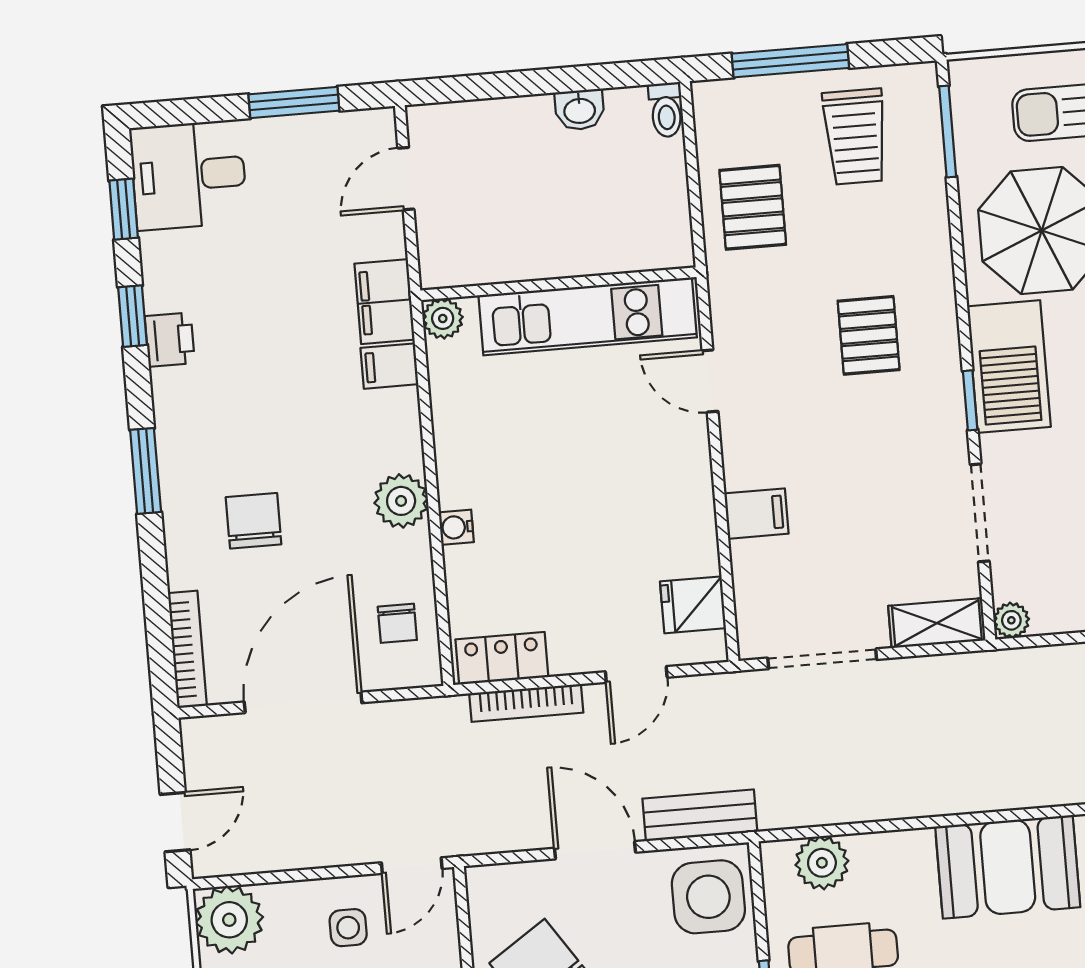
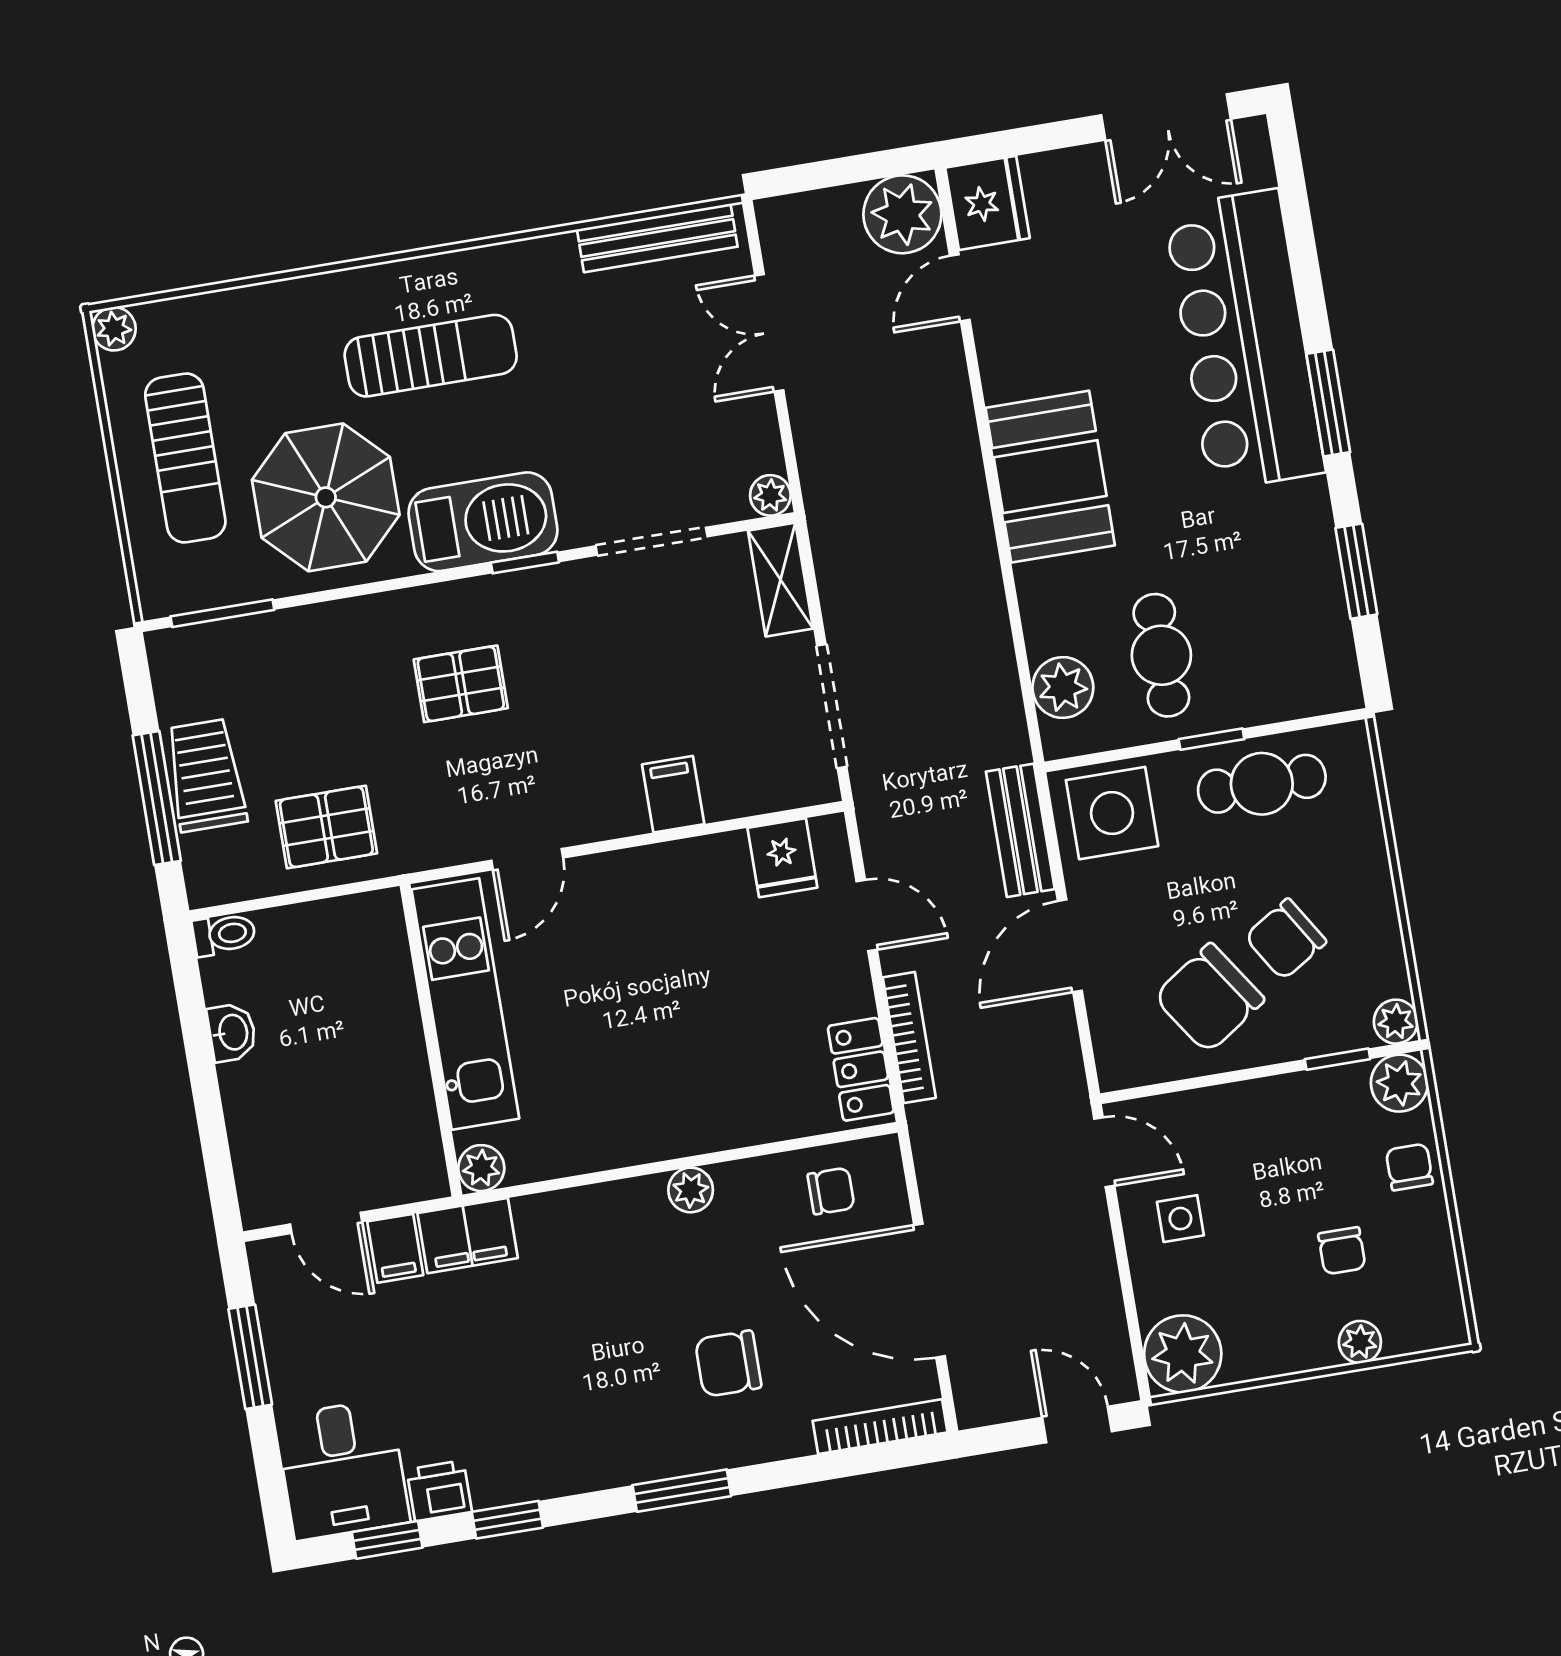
trolley: (855, 137) -> (206, 775), moved, turned -90
printer: (170, 340) -> (439, 1491), moved
filing cabinet: (389, 366) -> (395, 1248), moved
plant: (401, 501) -> (691, 1190), width x0.73, depth x0.73
water cooler: (456, 527) -> (717, 1133), removed

